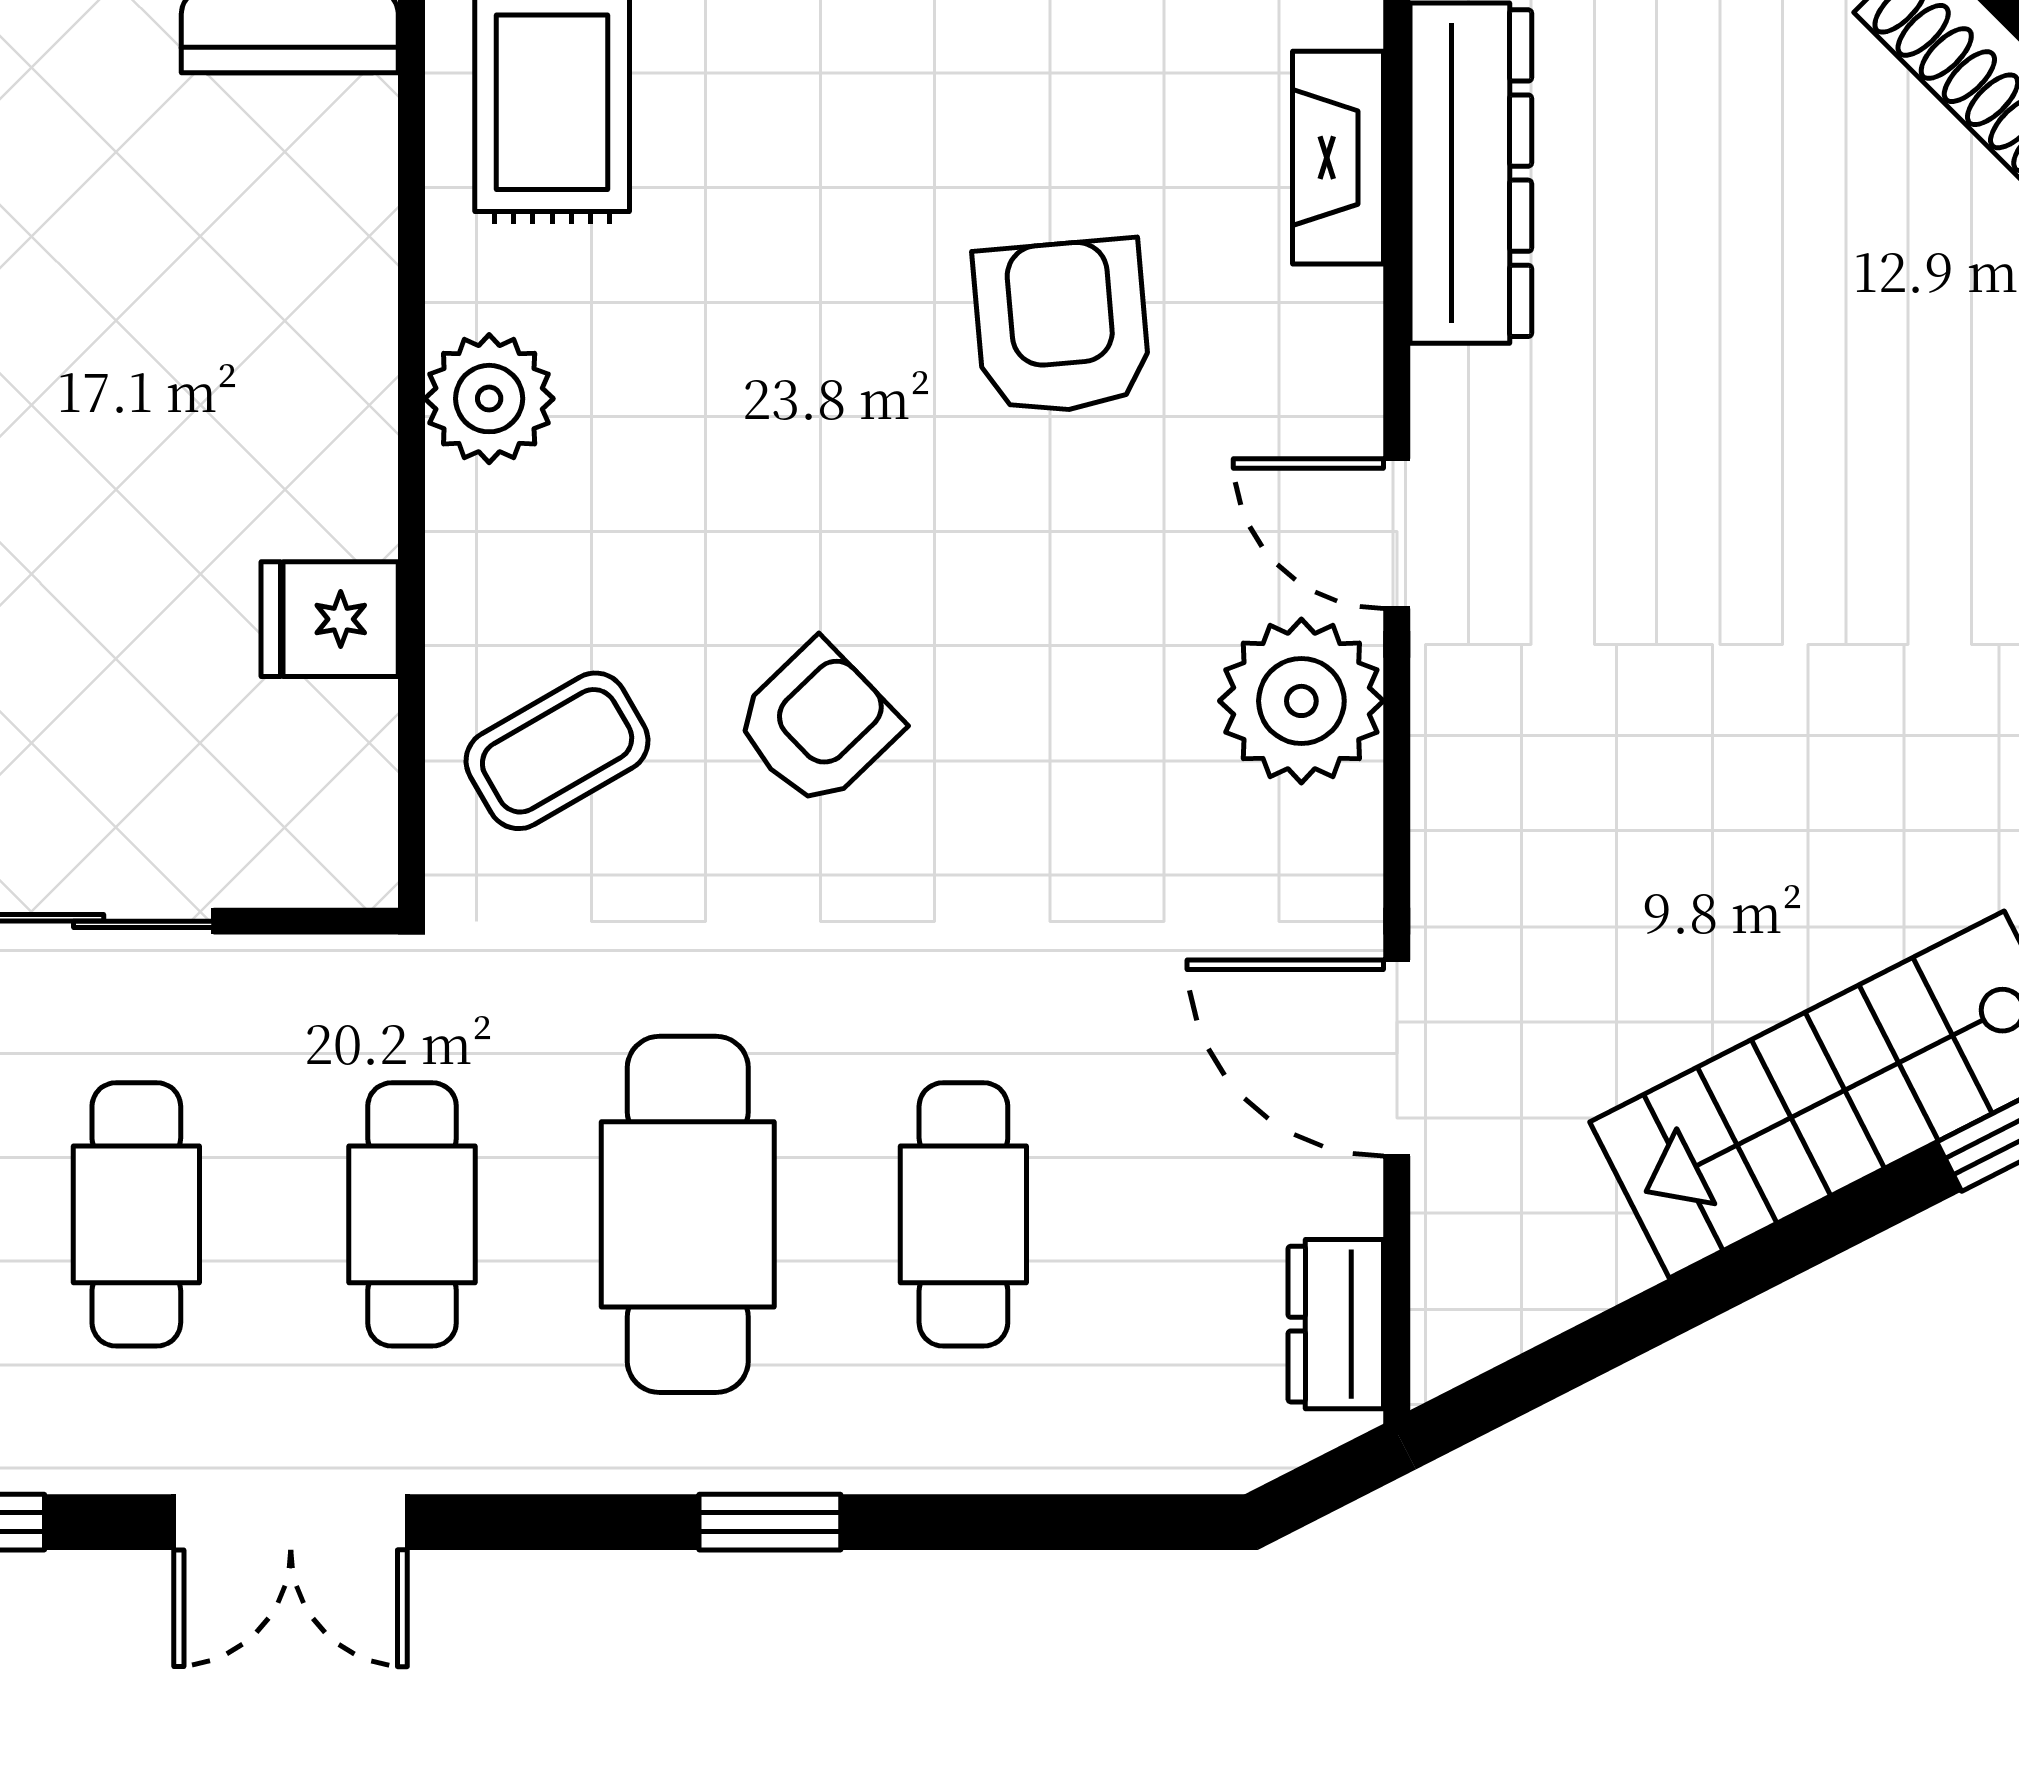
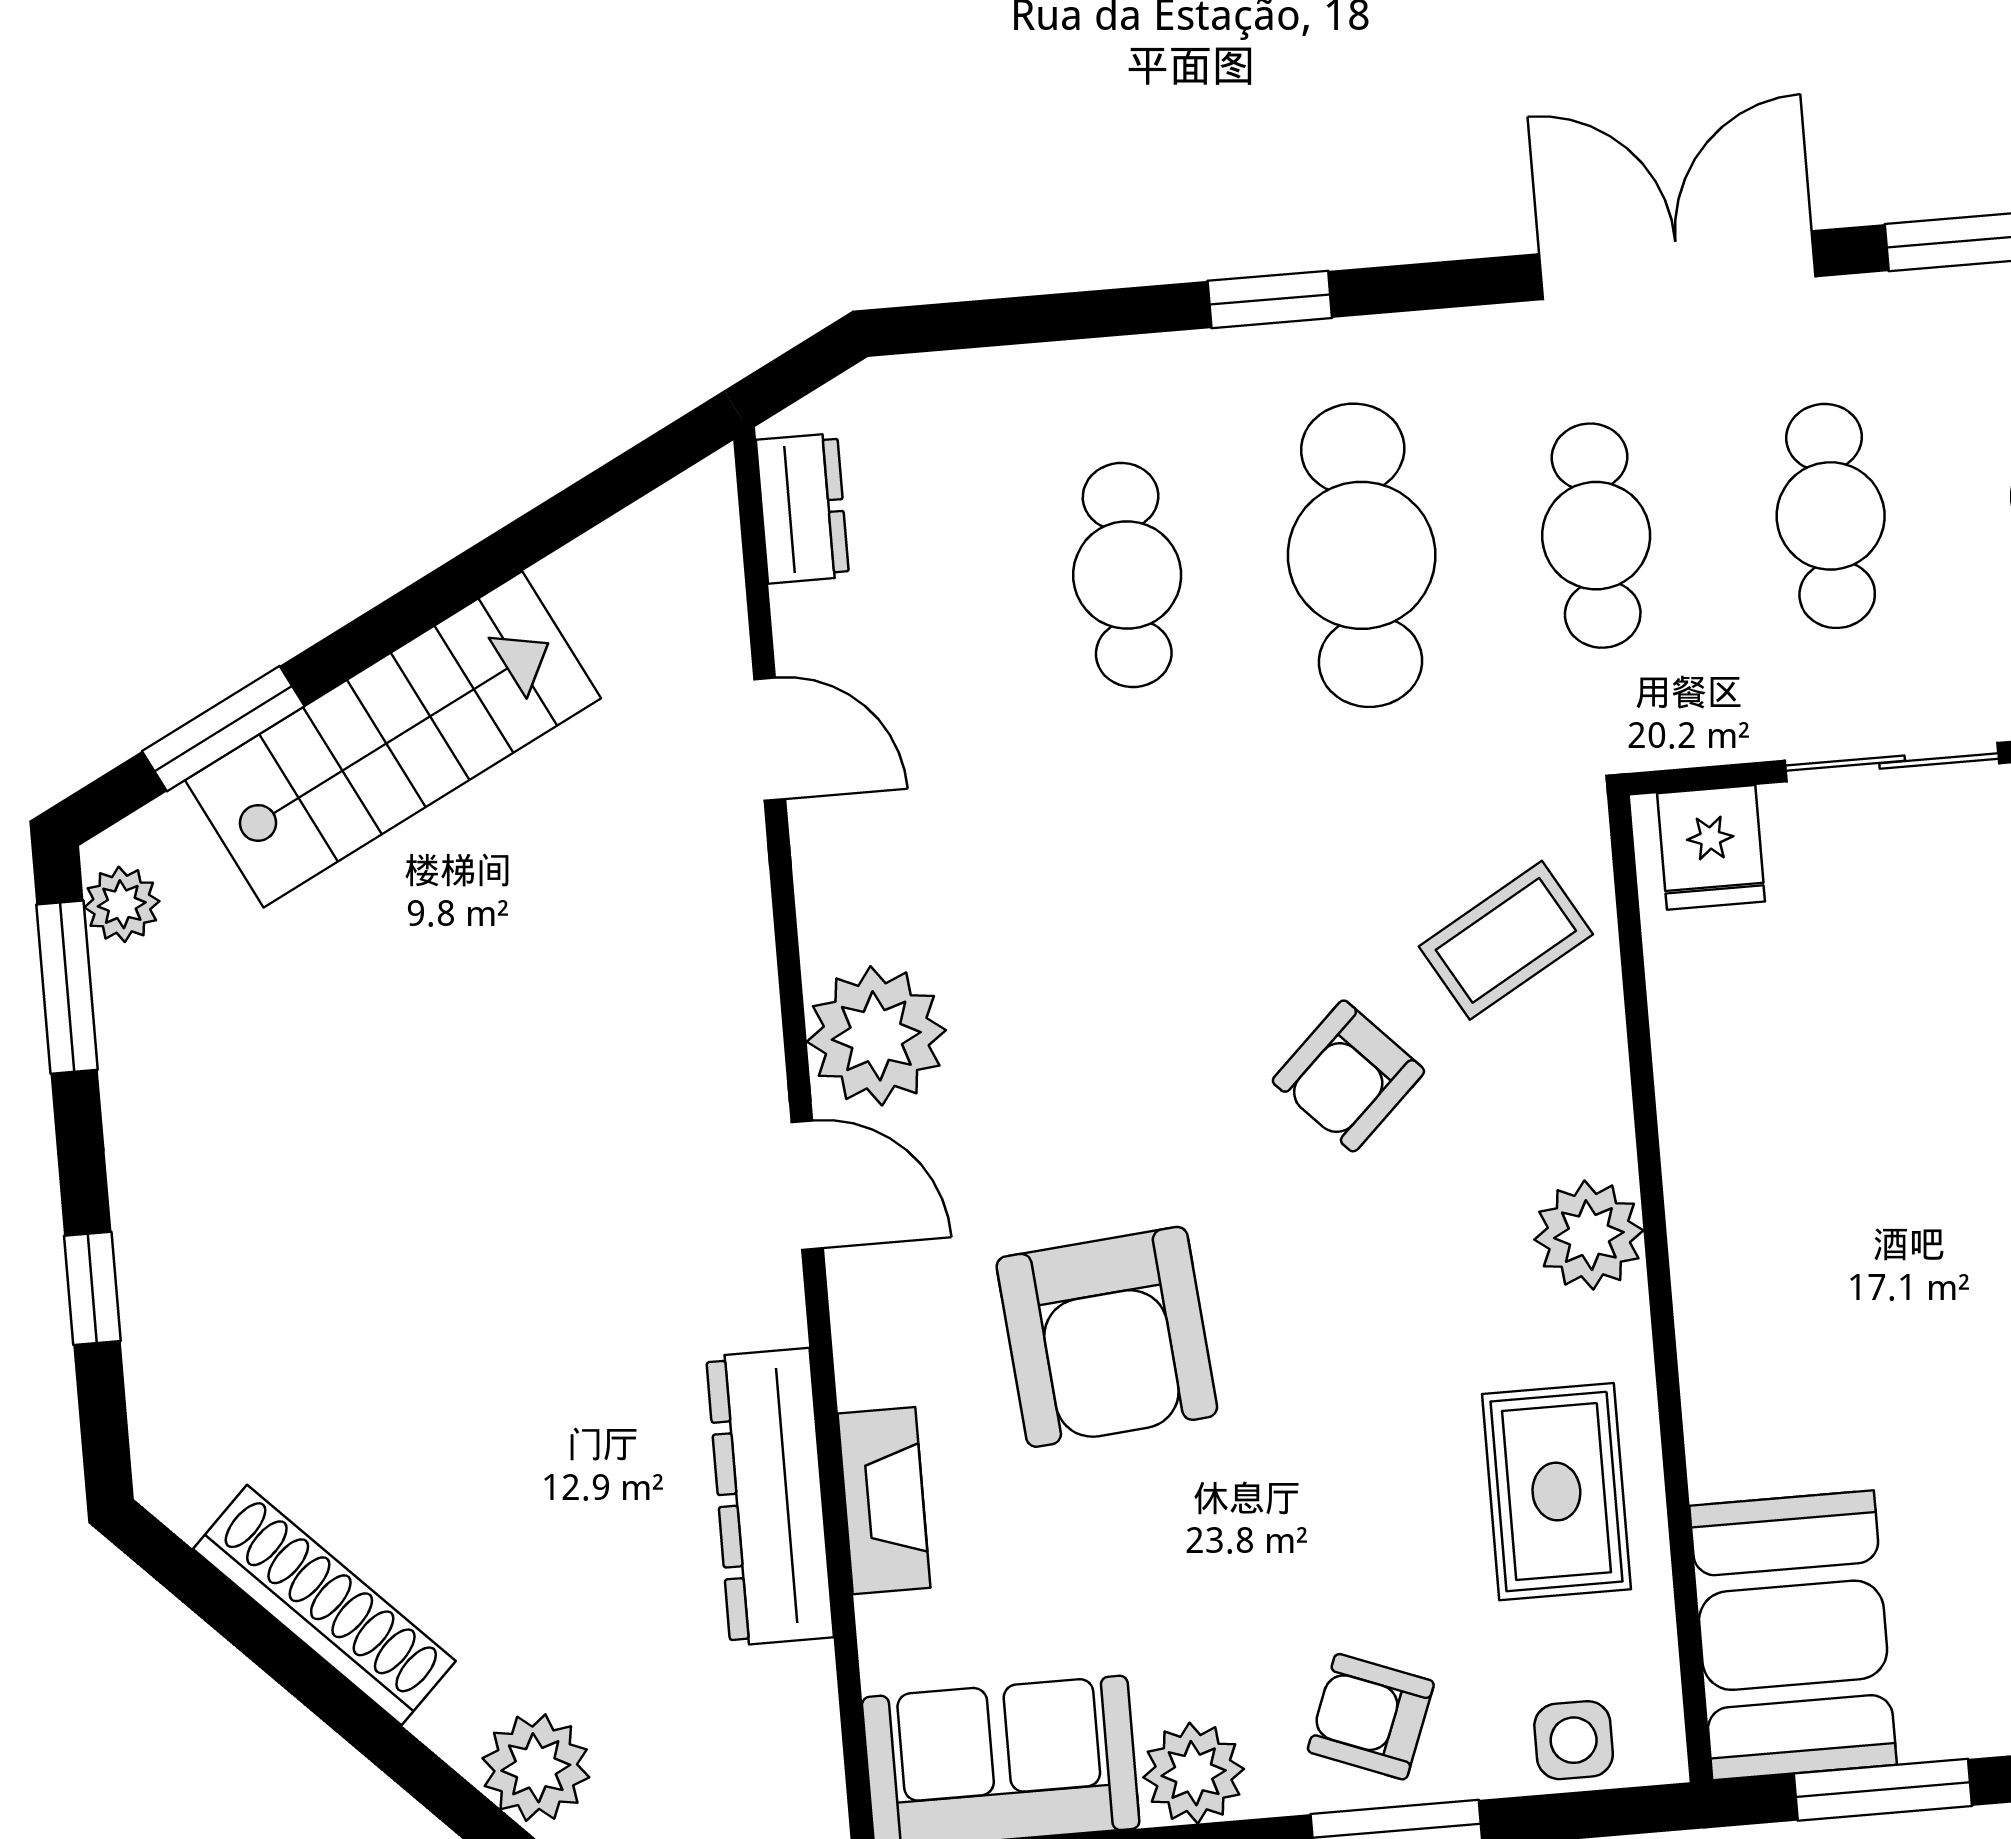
armchair: (1062, 327) -> (1107, 1337), width x1.36, depth x1.36
fridge: (330, 619) -> (1711, 847), moved, turned 90
armchair: (817, 724) -> (1348, 1076), moved
door: (1397, 1058) -> (770, 739), width x0.73
double door: (291, 1522) -> (1677, 265), width x1.37

